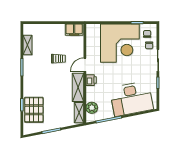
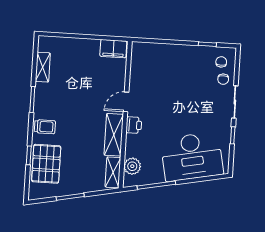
corner desk: (120, 43) -> (180, 73), removed
trolley: (58, 59) -> (45, 127), moved

